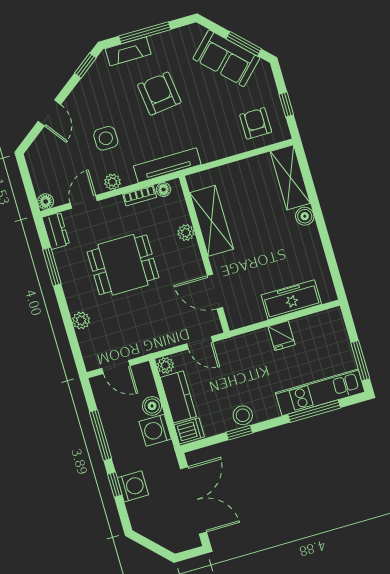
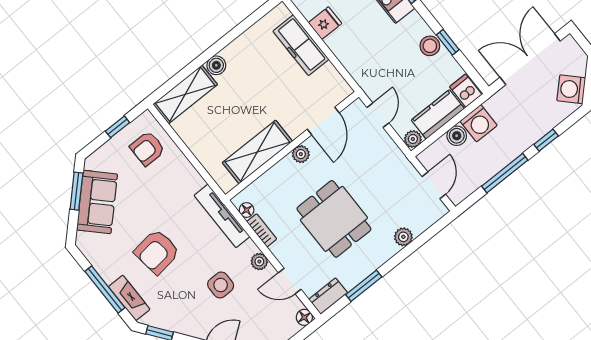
plant: (186, 233) -> (301, 154), moved
fridge: (282, 336) -> (325, 23), moved
washing machine: (133, 486) -> (571, 89), moved, turned -45

